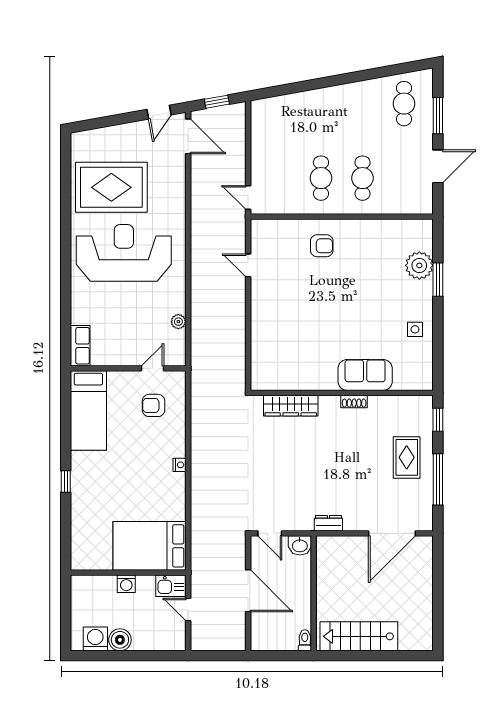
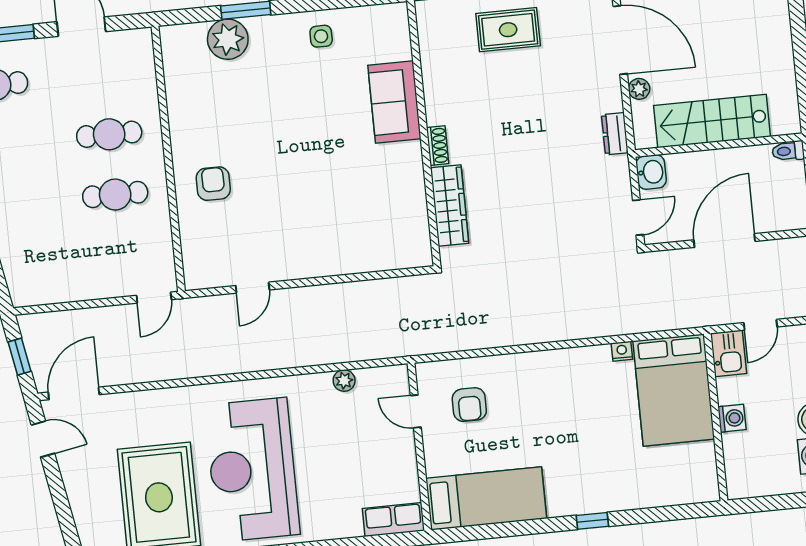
shoe rack: (354, 401) -> (438, 146), moved
nightstand: (180, 465) -> (622, 351), moved
plant: (357, 543) -> (639, 89), added
stairs: (359, 636) -> (712, 121), moved, turned 90

